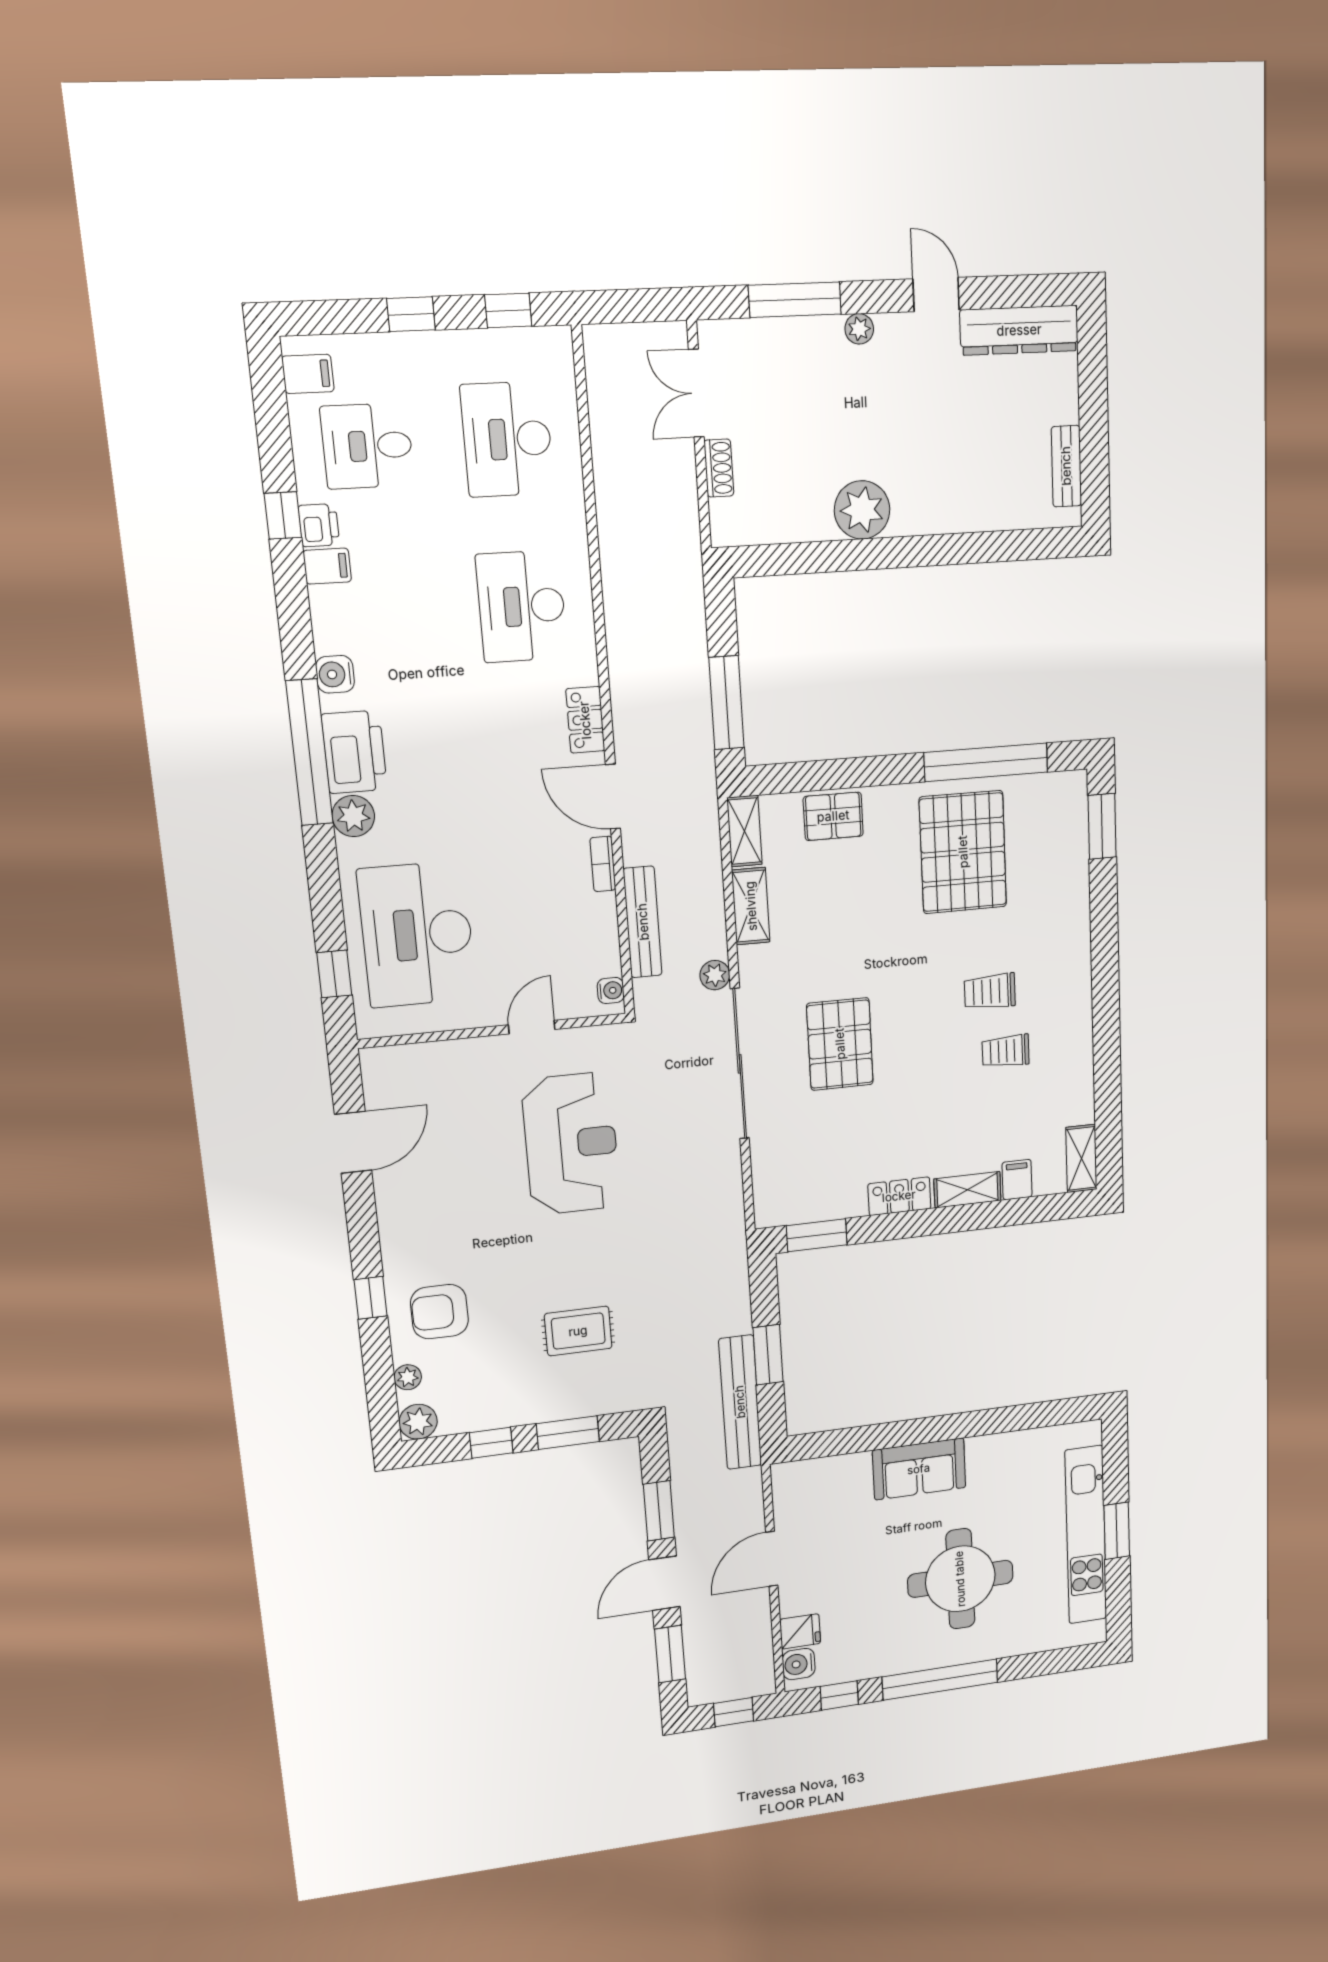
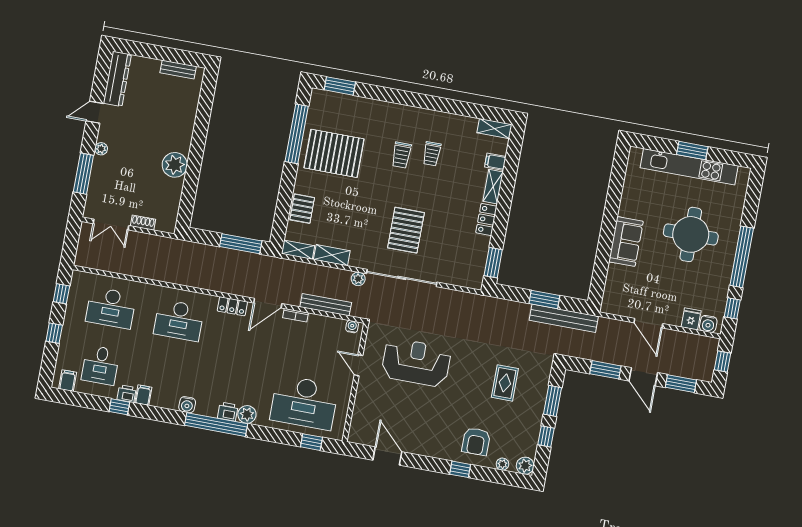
printer: (354, 752) -> (228, 412), width x0.53, depth x0.68
pallet: (840, 1044) -> (406, 230), turned 90

